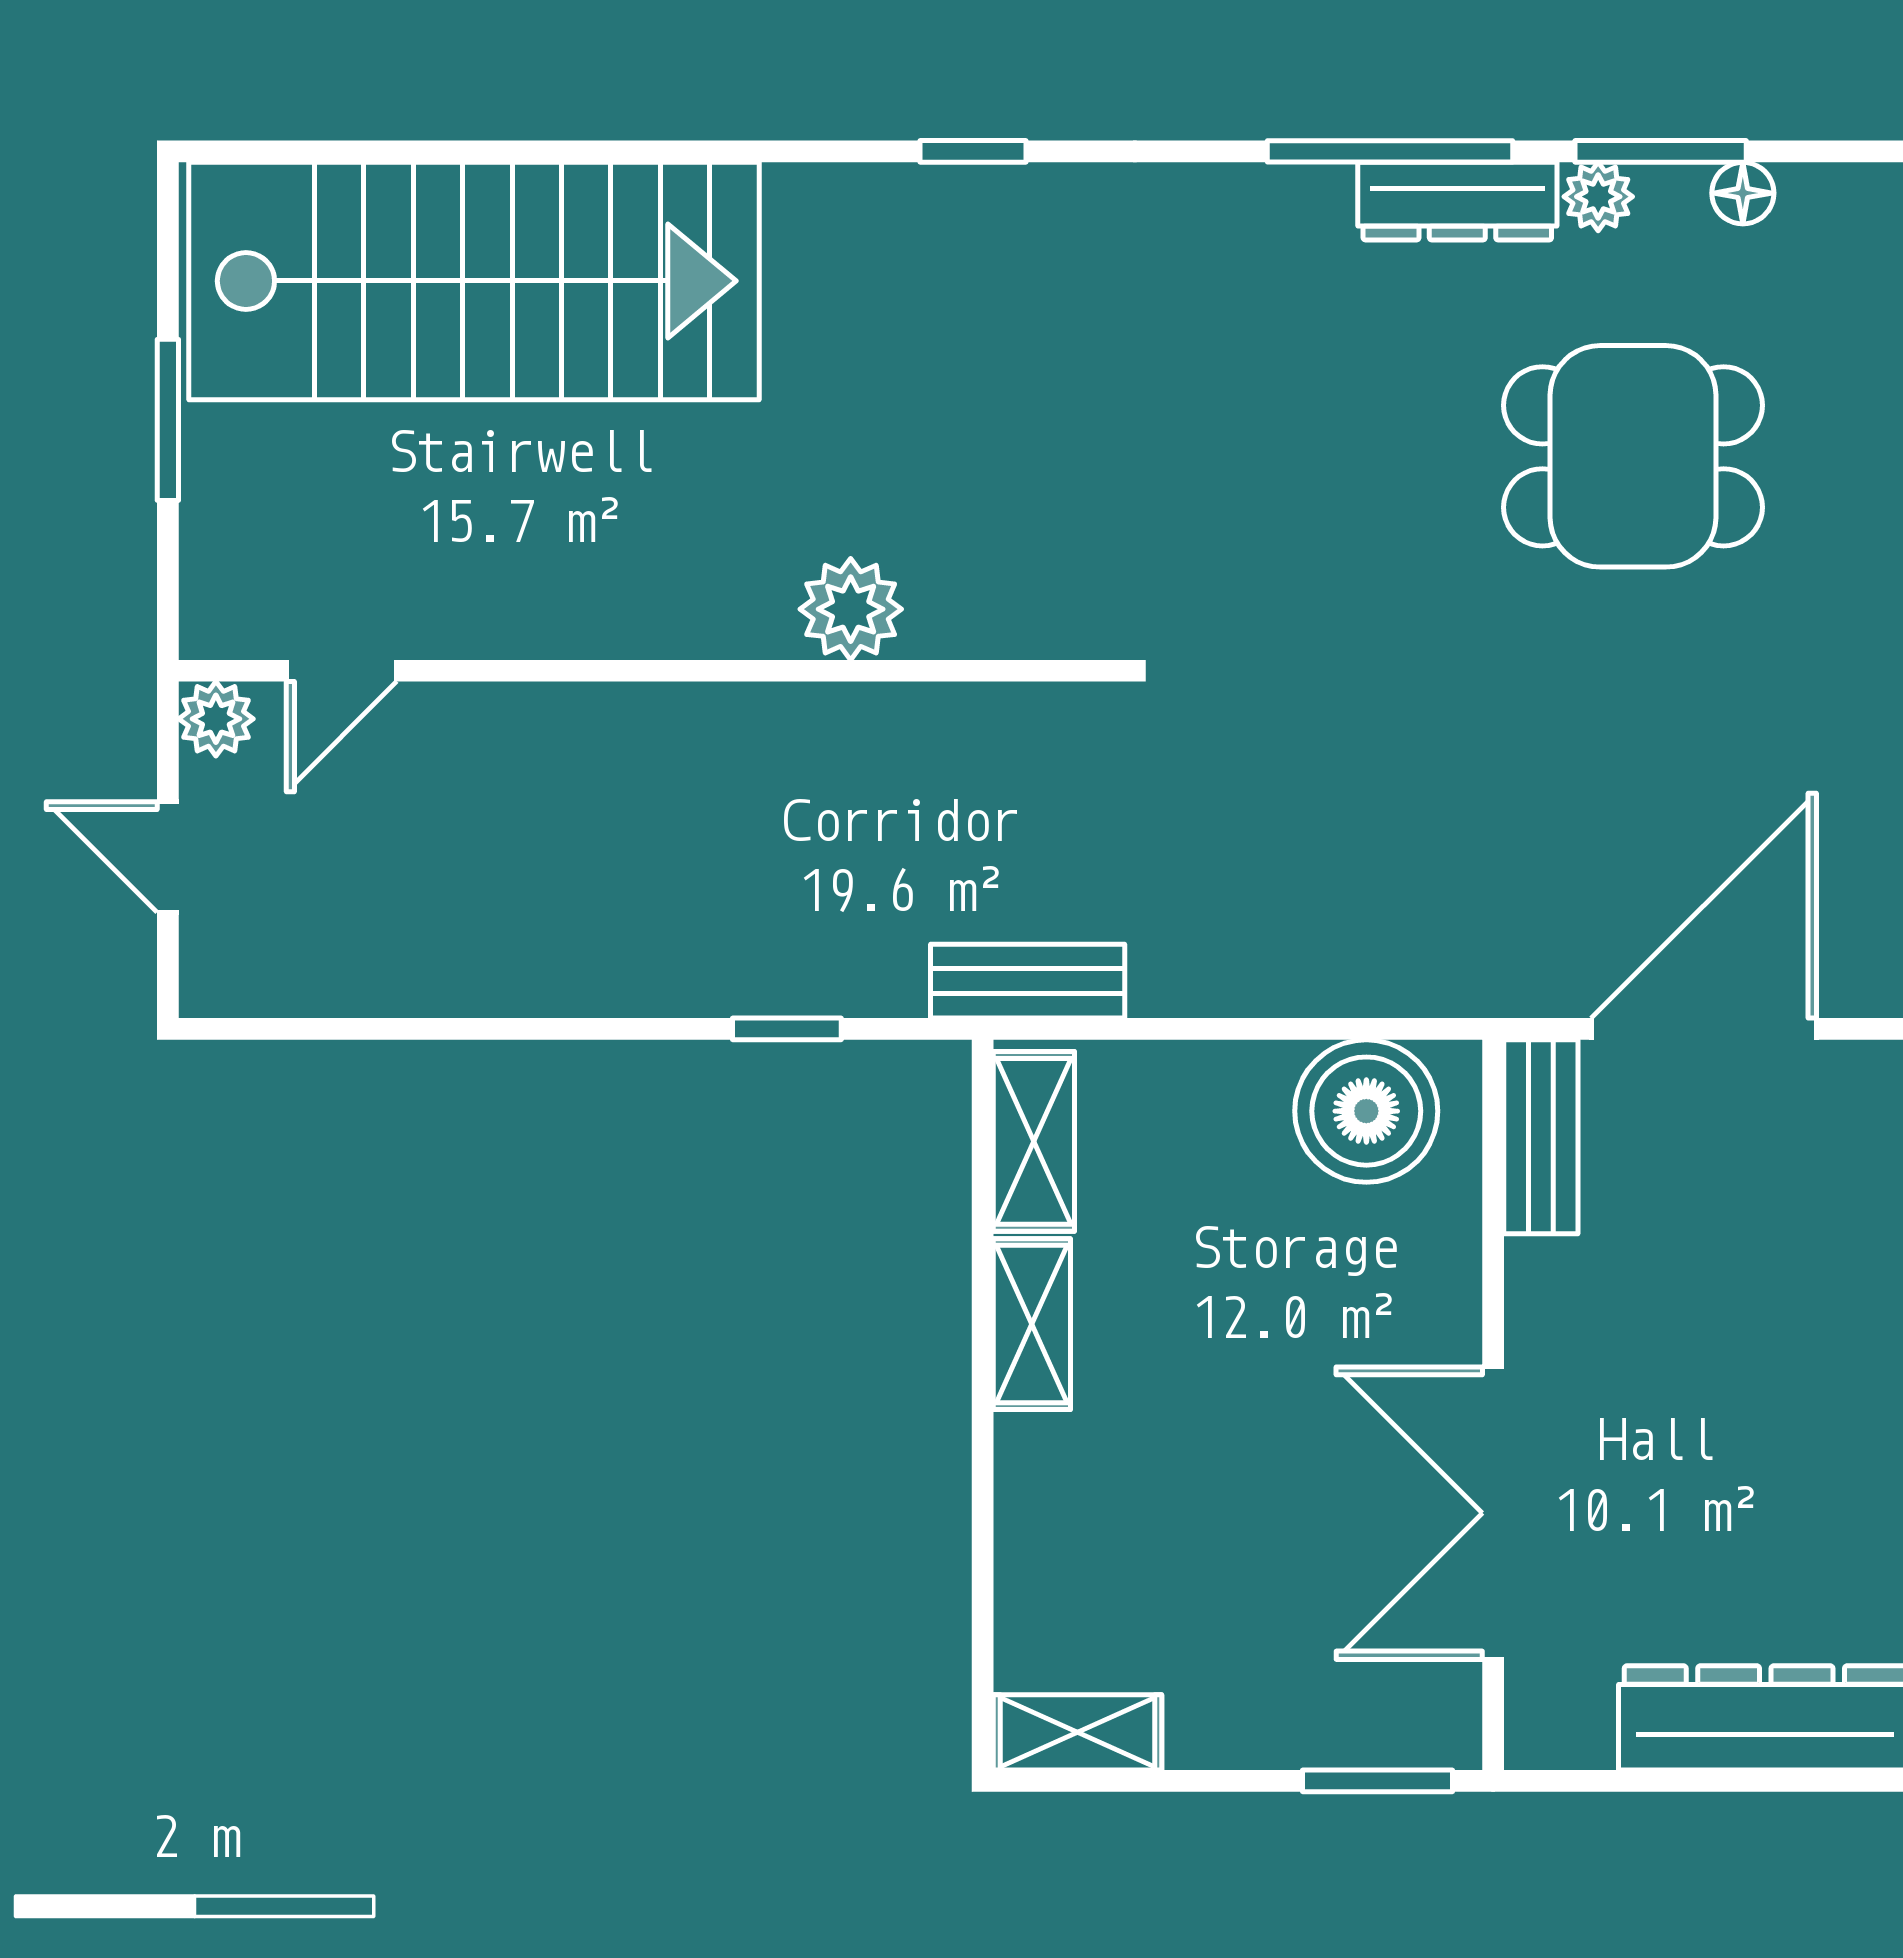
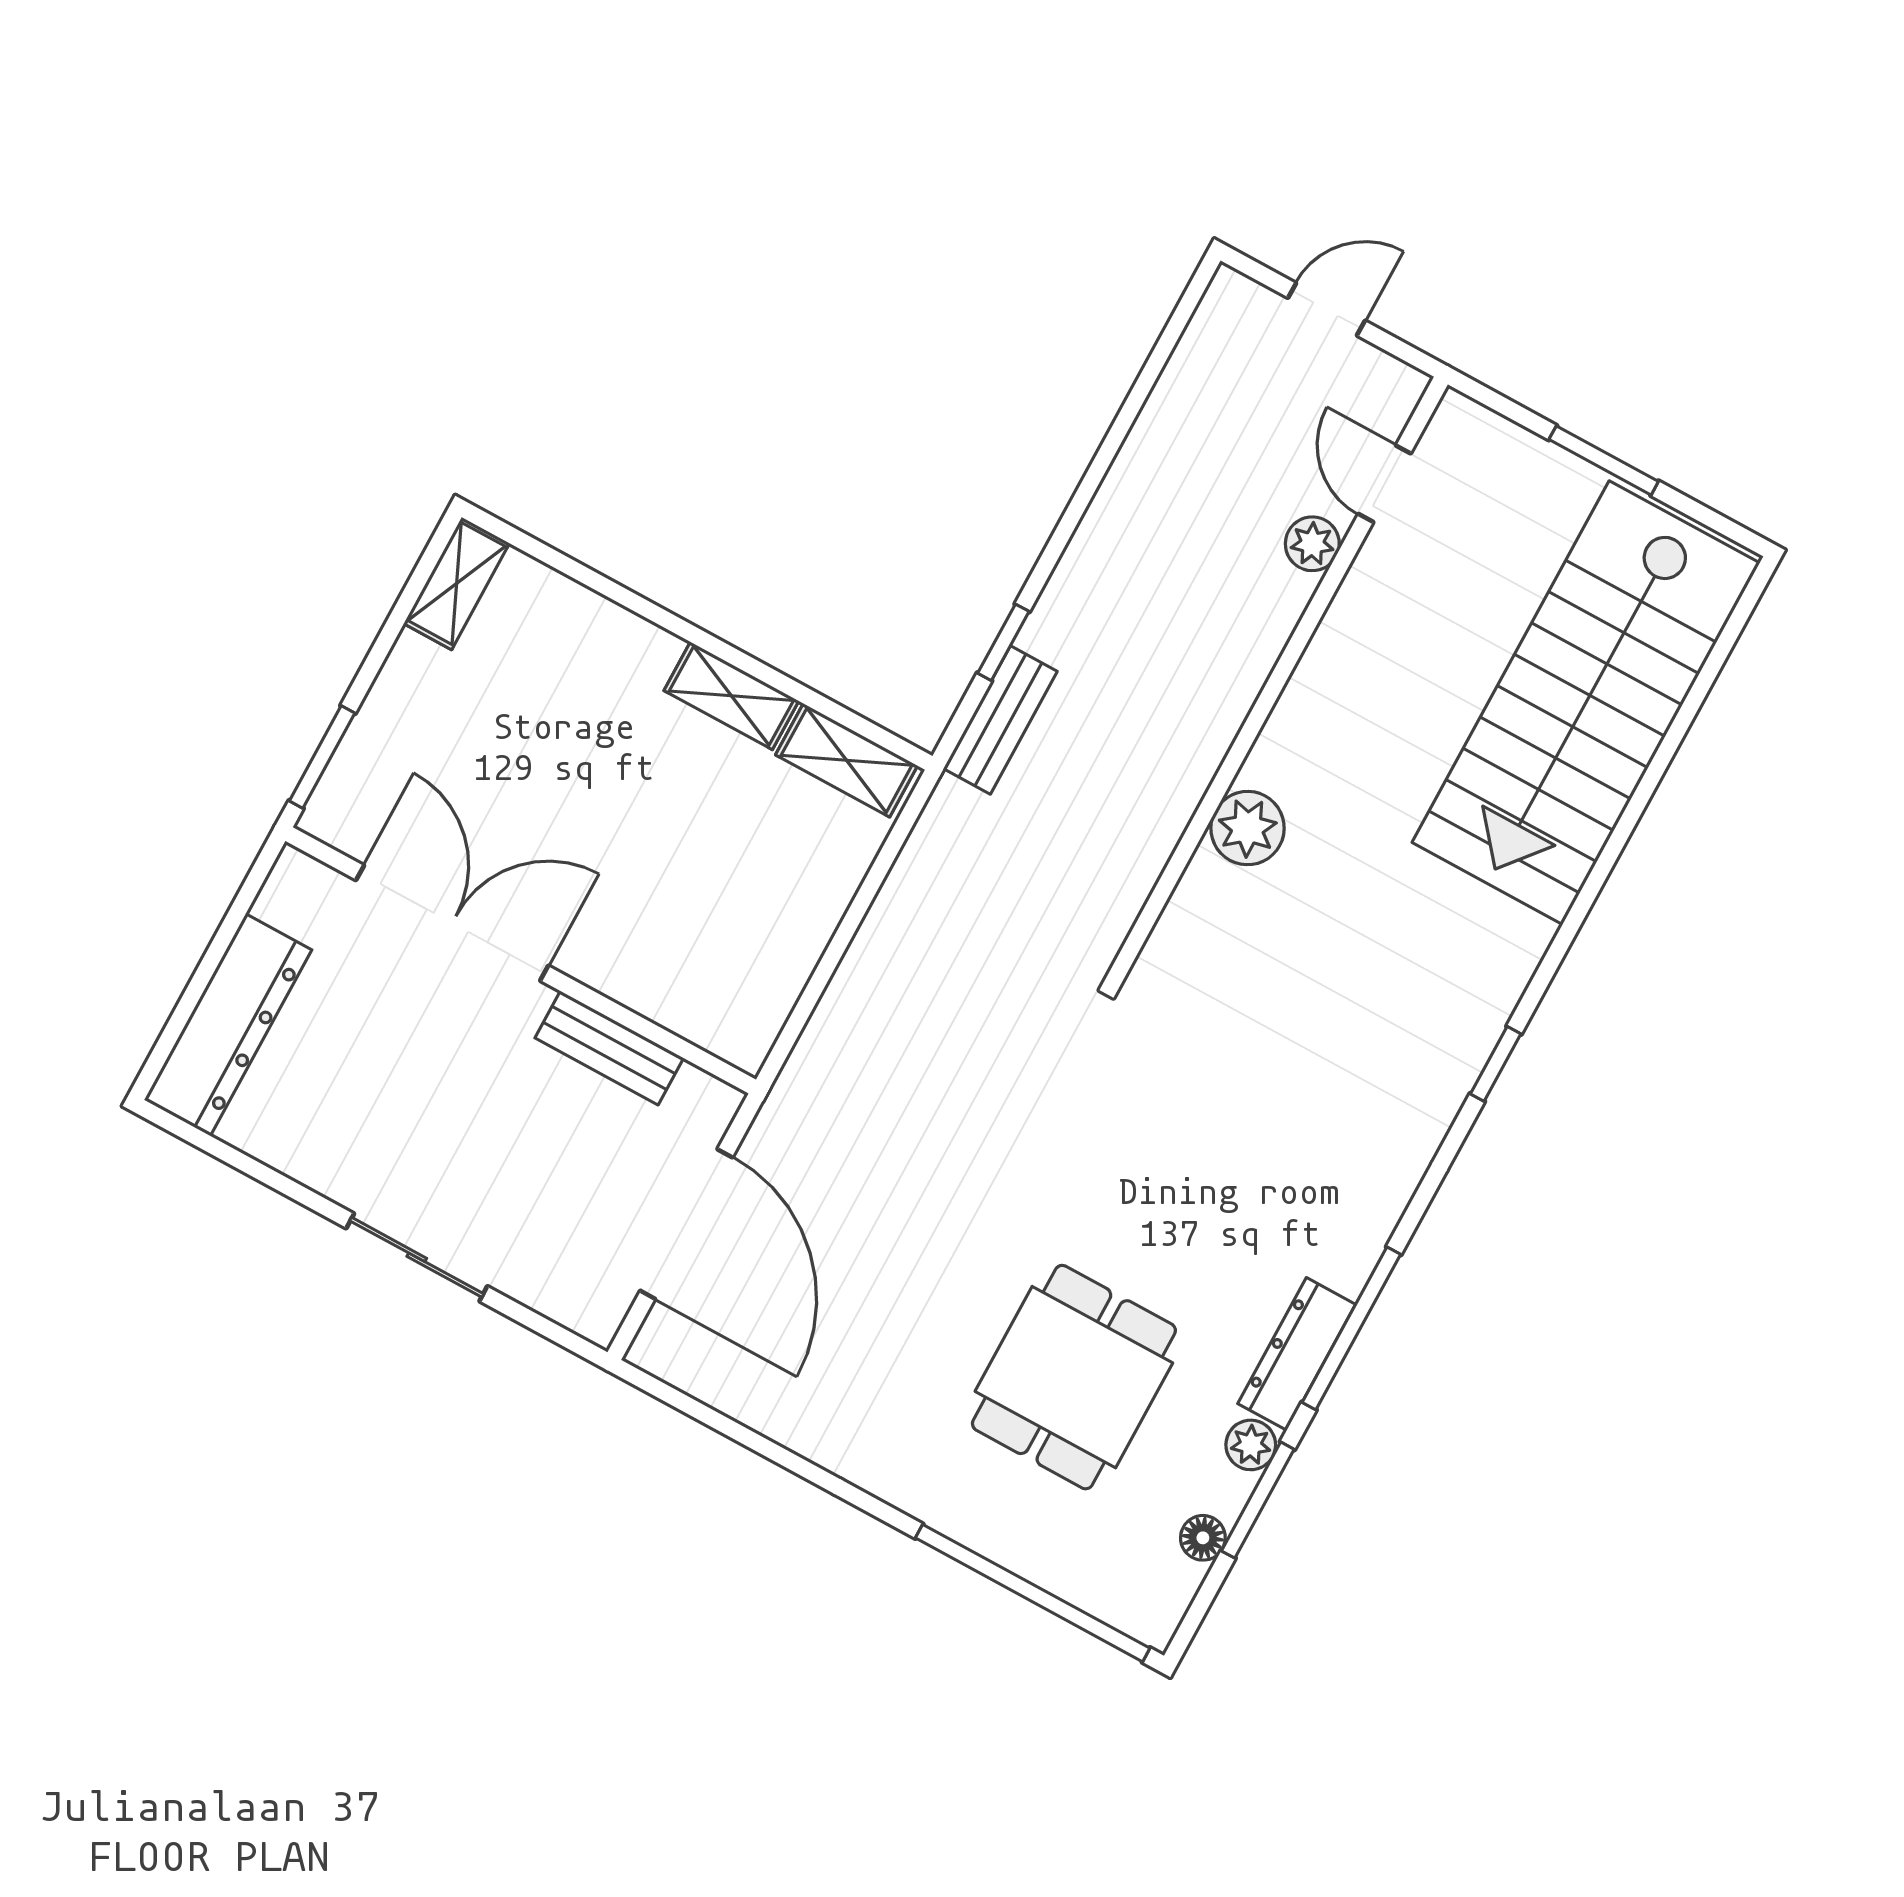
plant: (216, 719) -> (1312, 544), moved
bench: (1028, 981) -> (1000, 720), moved
boiler: (1366, 1111) -> (751, 982), removed
bench: (1541, 1137) -> (609, 1048), moved

